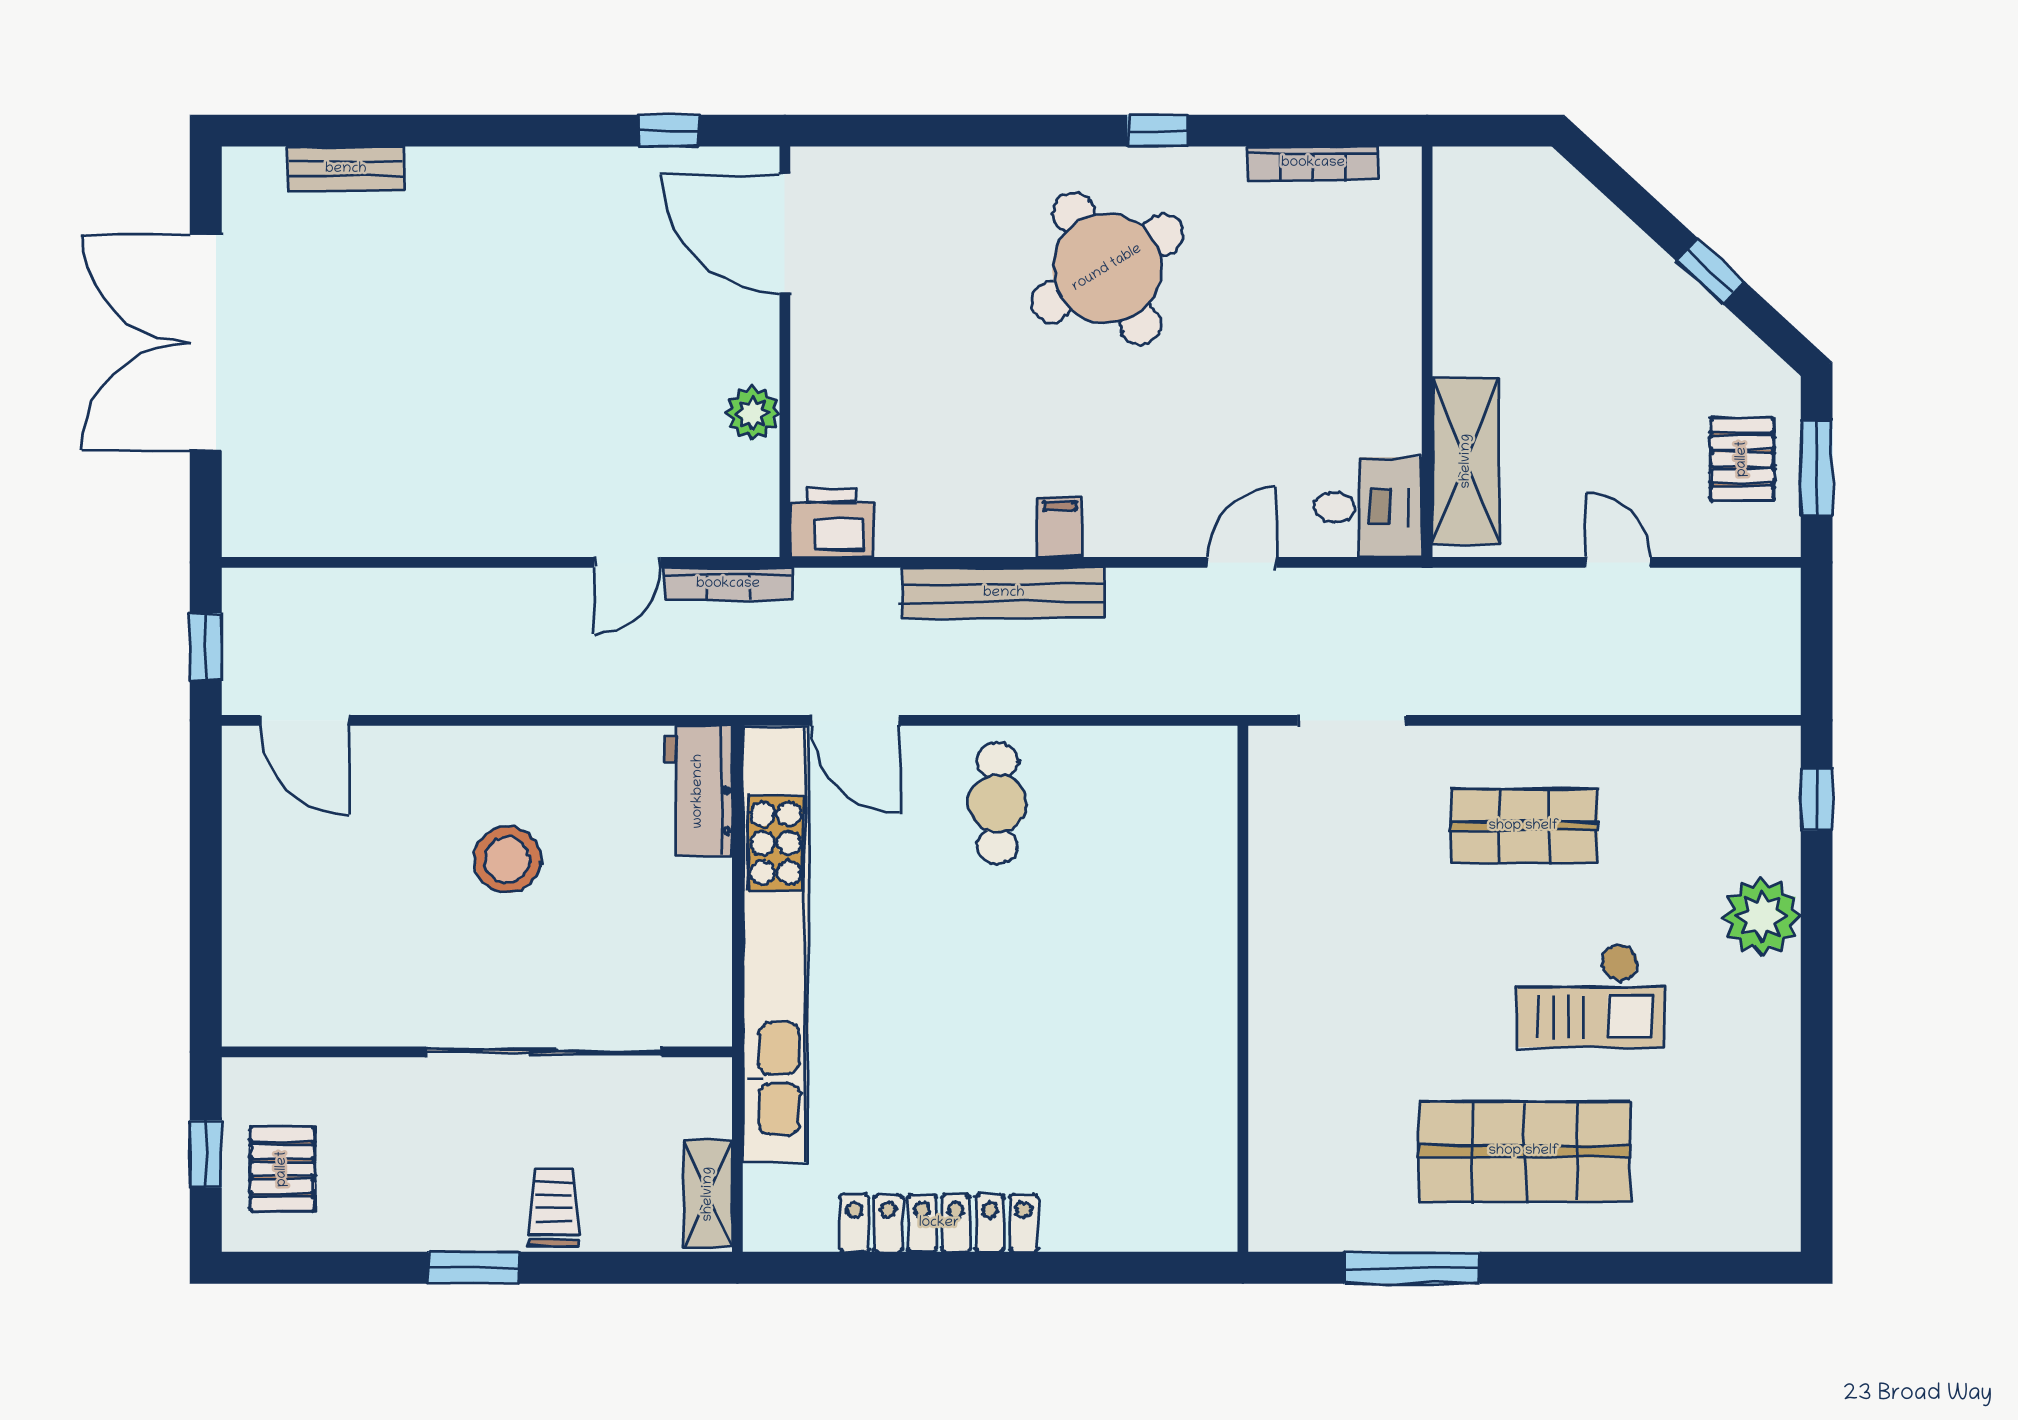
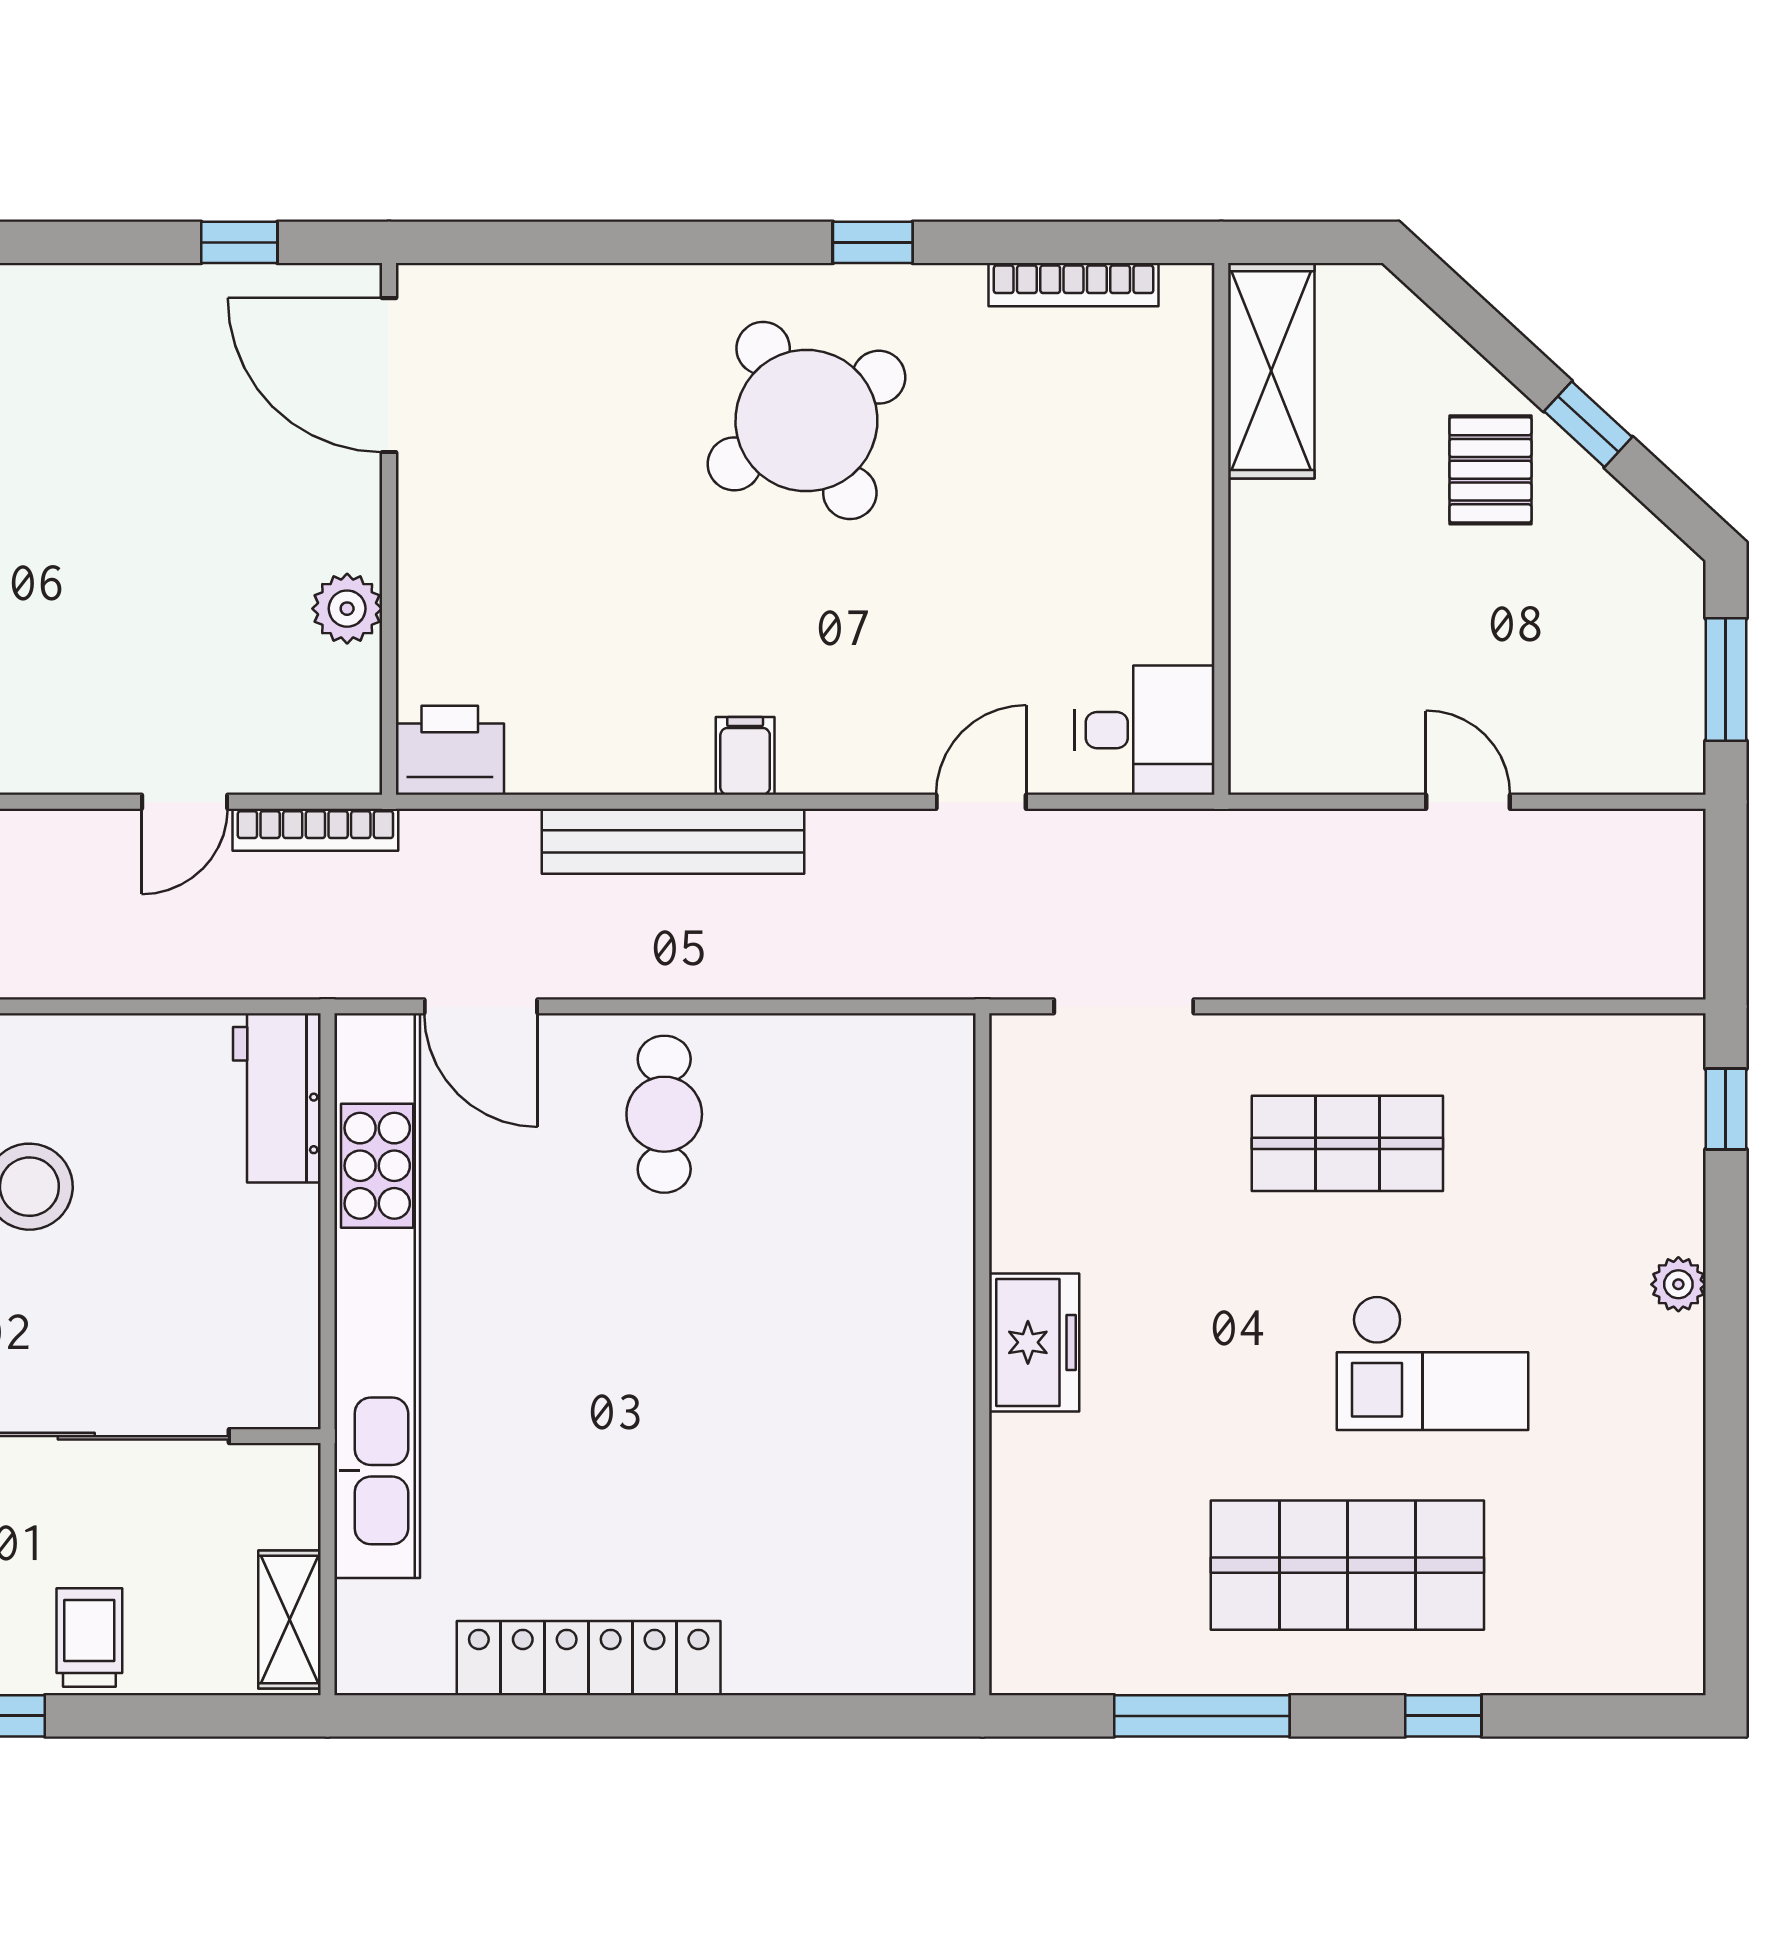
pallet: (1742, 459) -> (1490, 470), moved
shelving: (1466, 461) -> (1271, 371), moved
plant: (1762, 916) -> (1678, 1284), width x0.53, depth x0.53
freezer: (1283, 980) -> (1034, 1342), added
window: (1599, 1268) -> (1443, 1716), added

